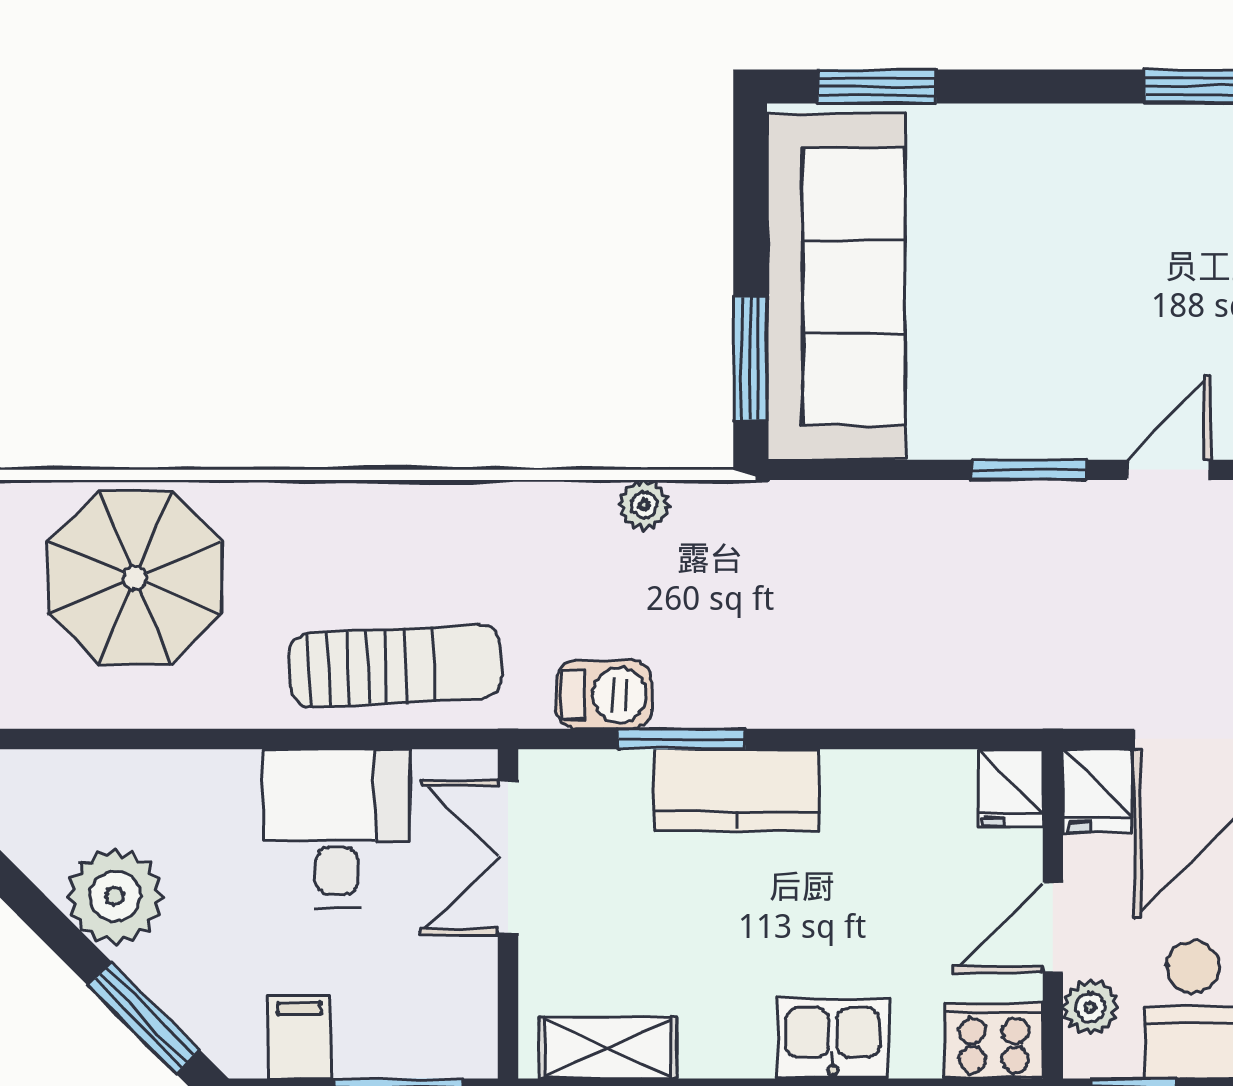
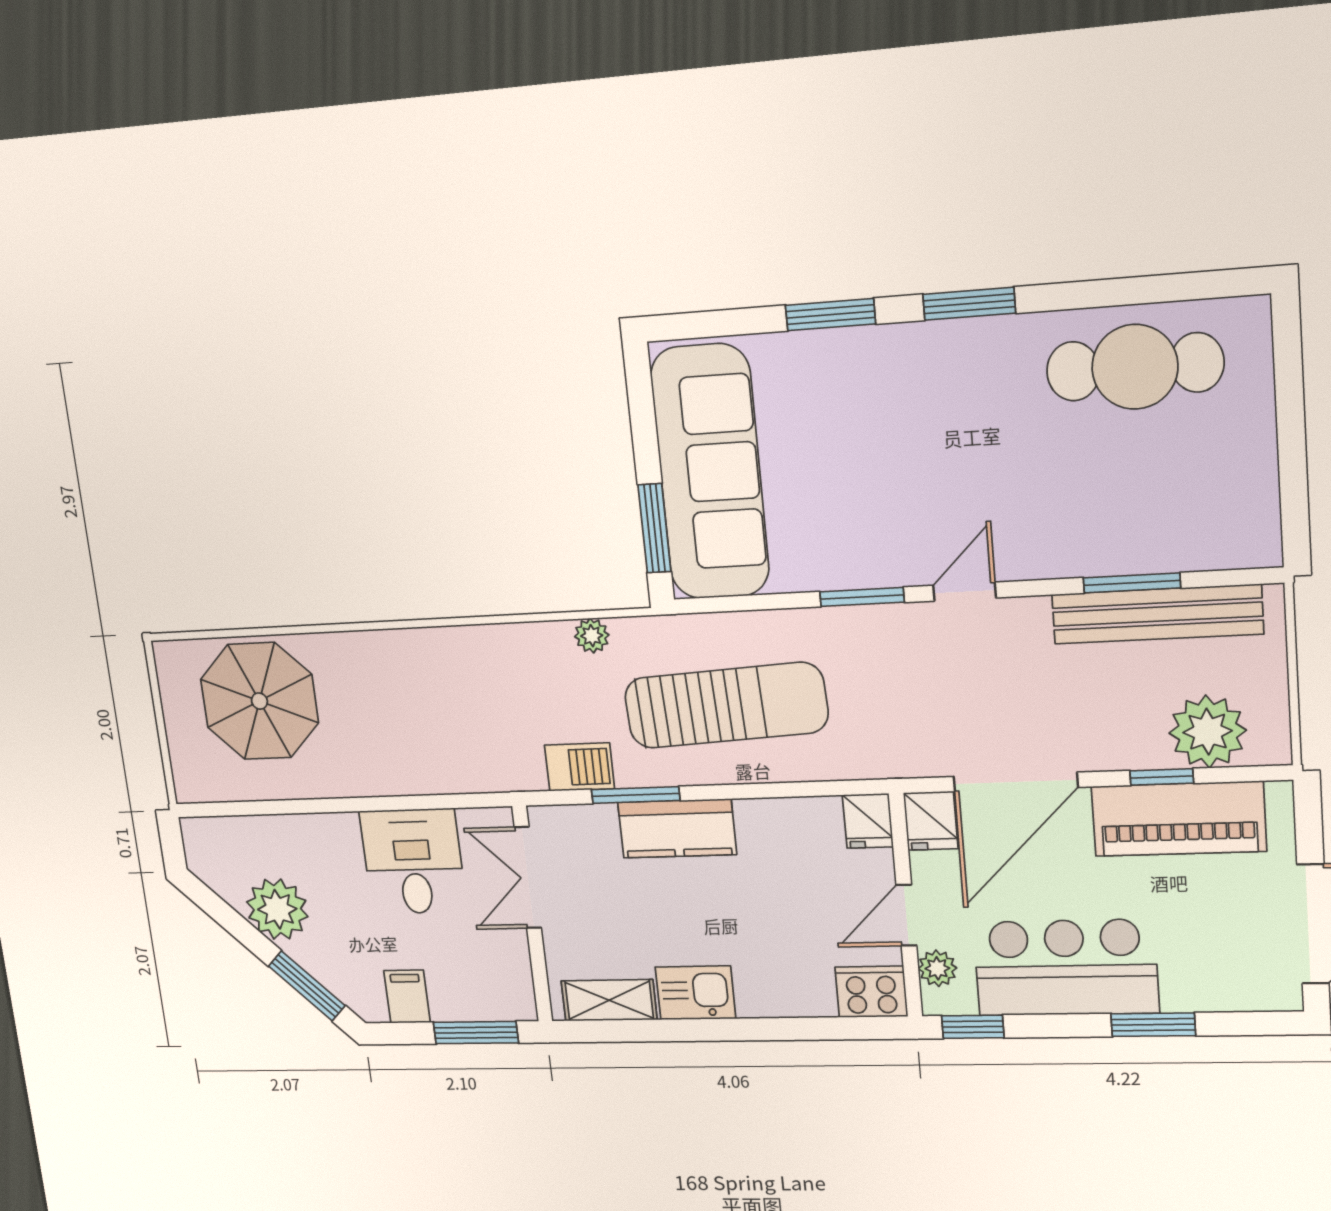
window: (877, 86) -> (830, 315), moved
sun lounger: (395, 666) -> (726, 705), moved, width x1.36, depth x1.34
kitchen sink: (833, 1038) -> (695, 993), moved

